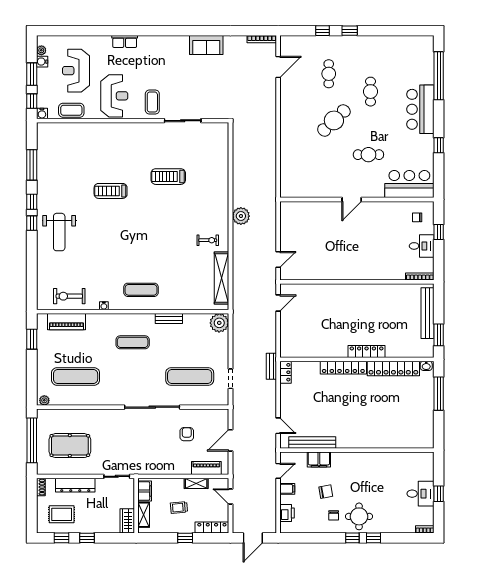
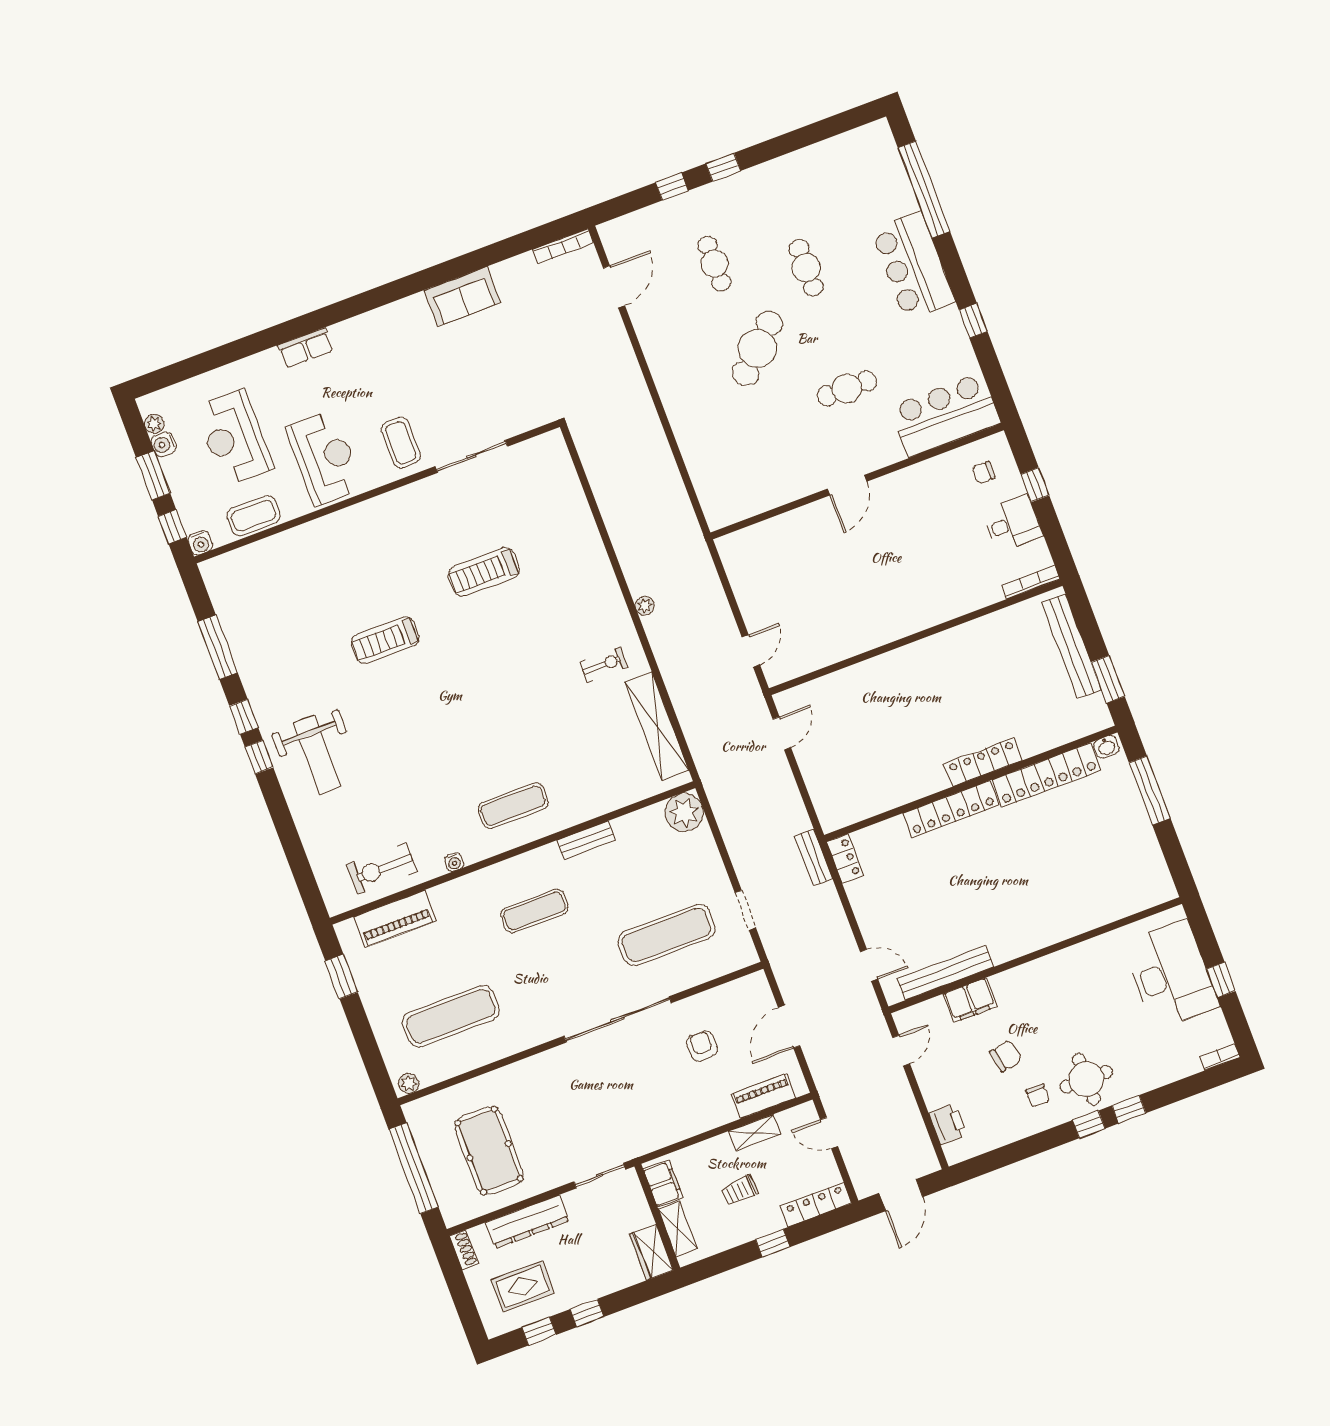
plant: (241, 216) -> (645, 606), width x0.53, depth x0.53
pool table: (70, 446) -> (489, 1151), turned 90
filing cabinet: (287, 489) -> (931, 1078), removed
desk: (420, 494) -> (1171, 975), width x1.87, depth x1.30

